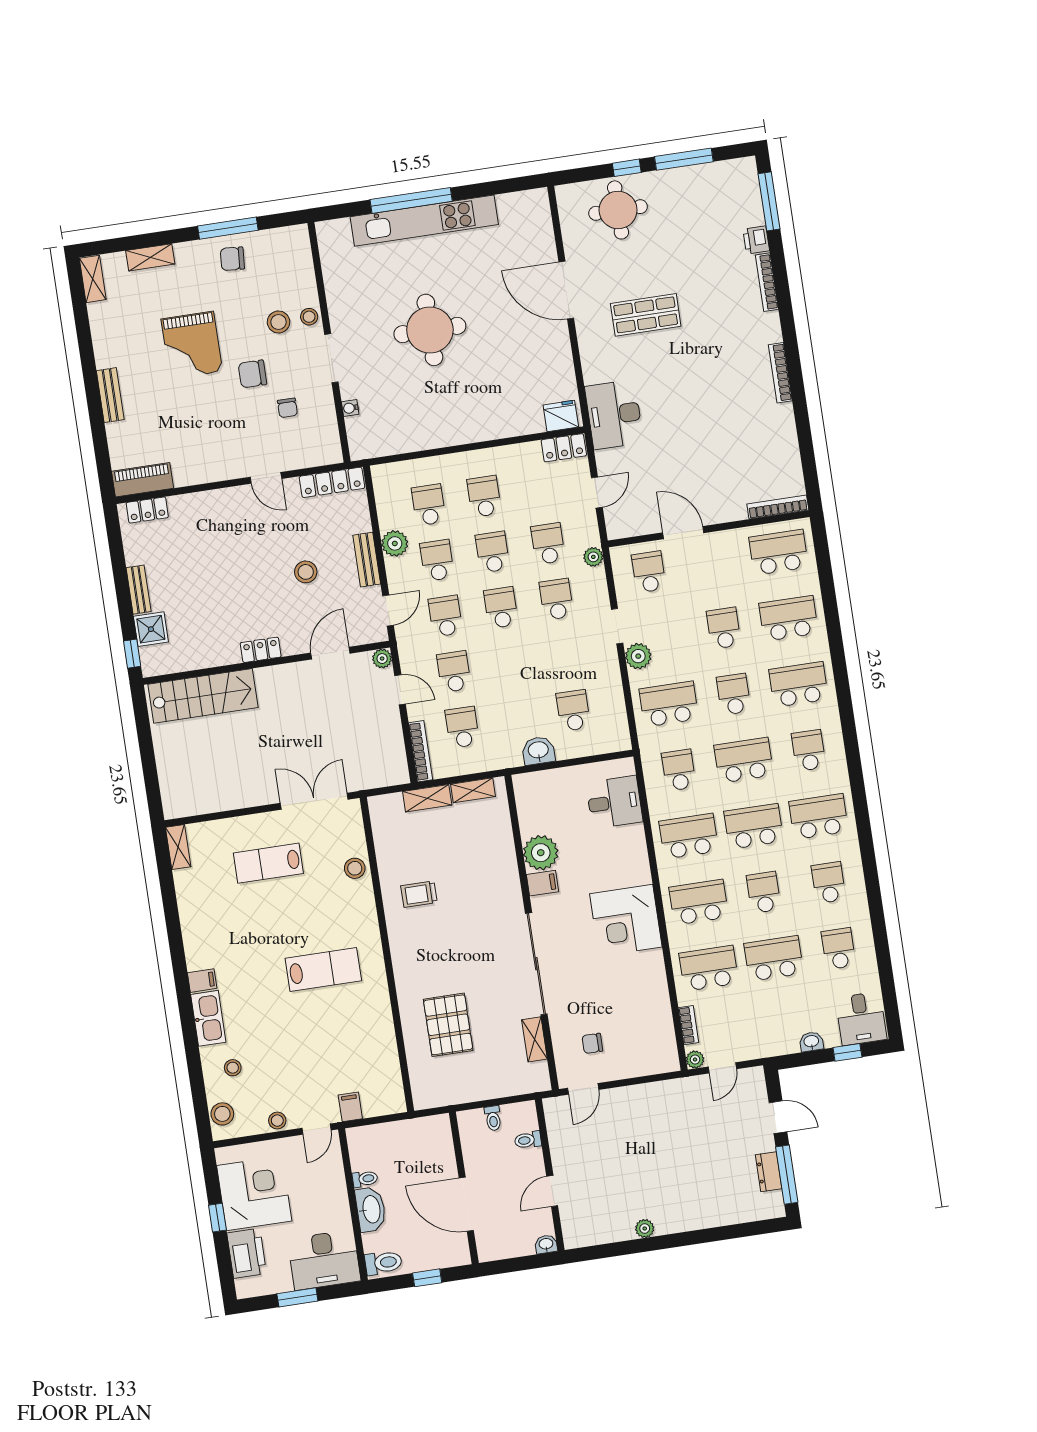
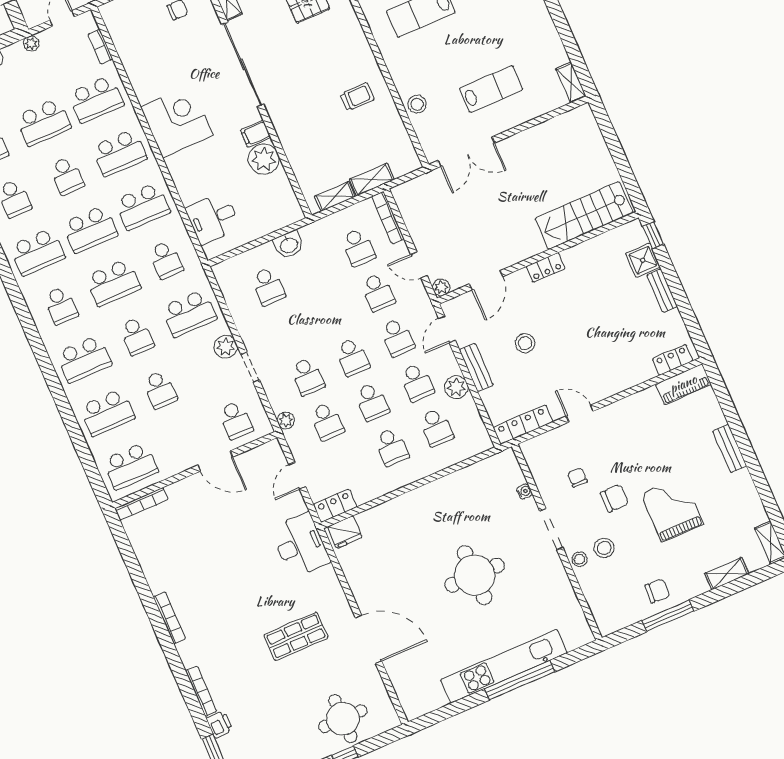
plant: (695, 1060) -> (31, 44), moved

